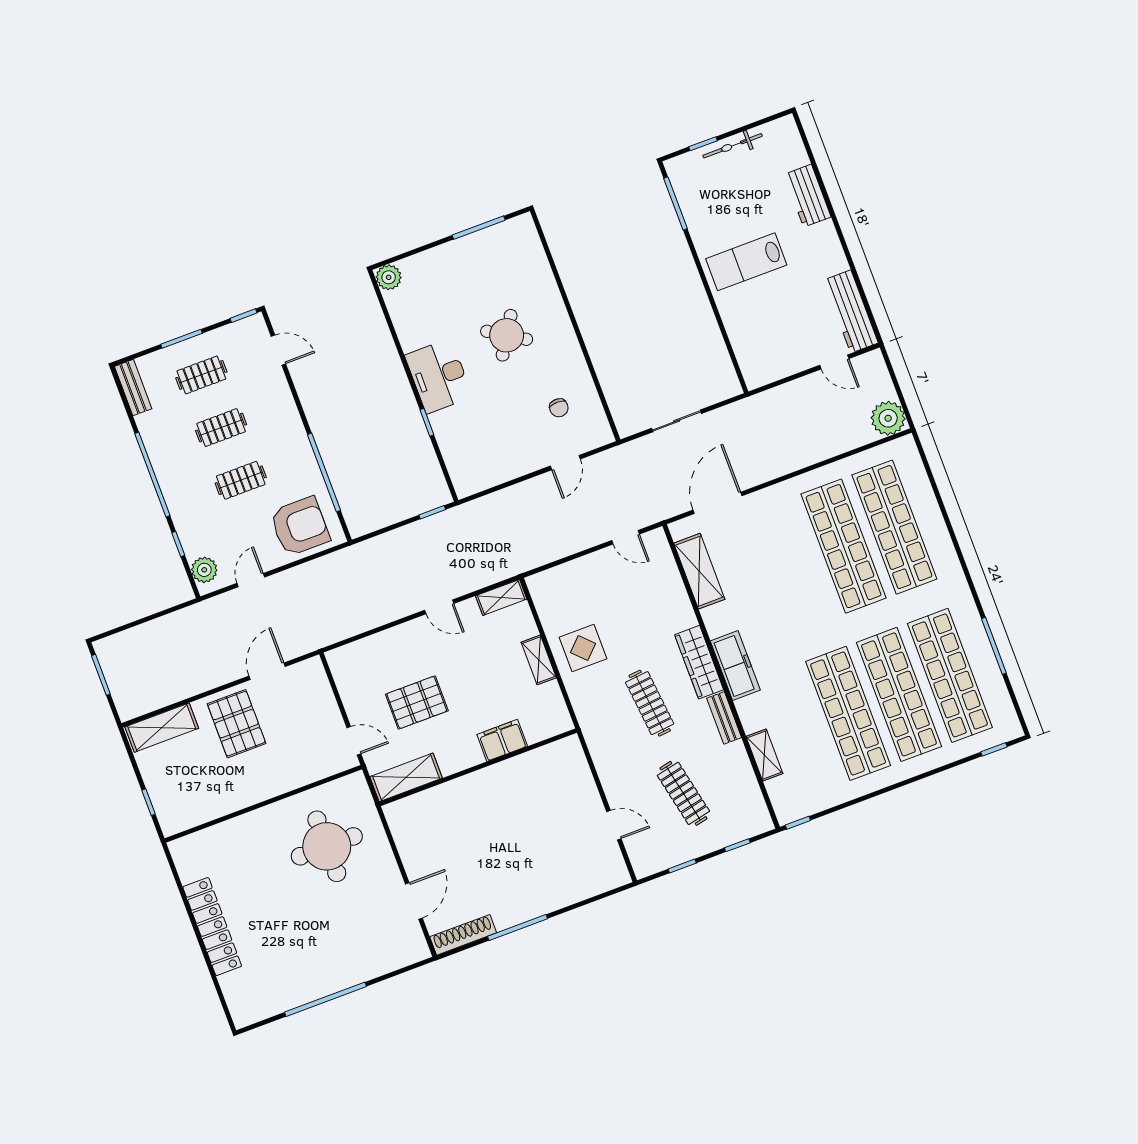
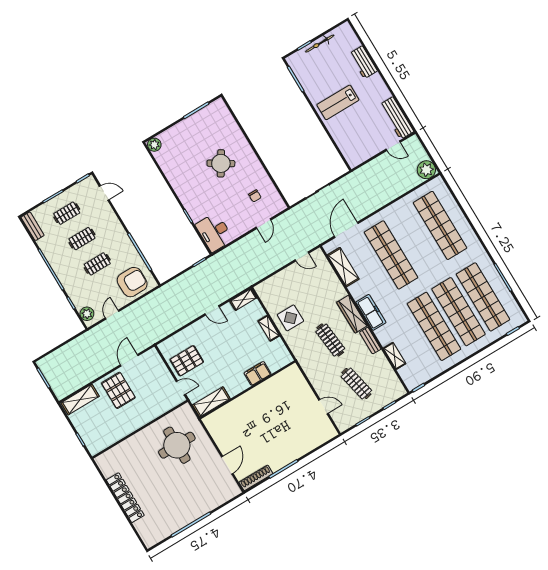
desk: (439, 376) -> (214, 232), moved
shop shelf: (844, 546) -> (391, 255), moved
pallet: (417, 702) -> (187, 361), moved

